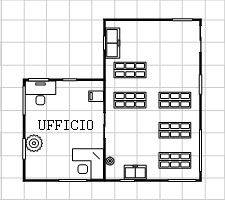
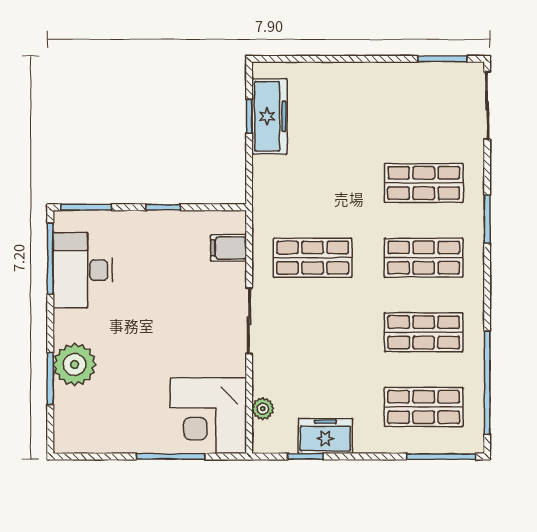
shop shelf: (130, 70) -> (424, 183), moved
desk: (40, 93) -> (83, 270), moved, turned -90

